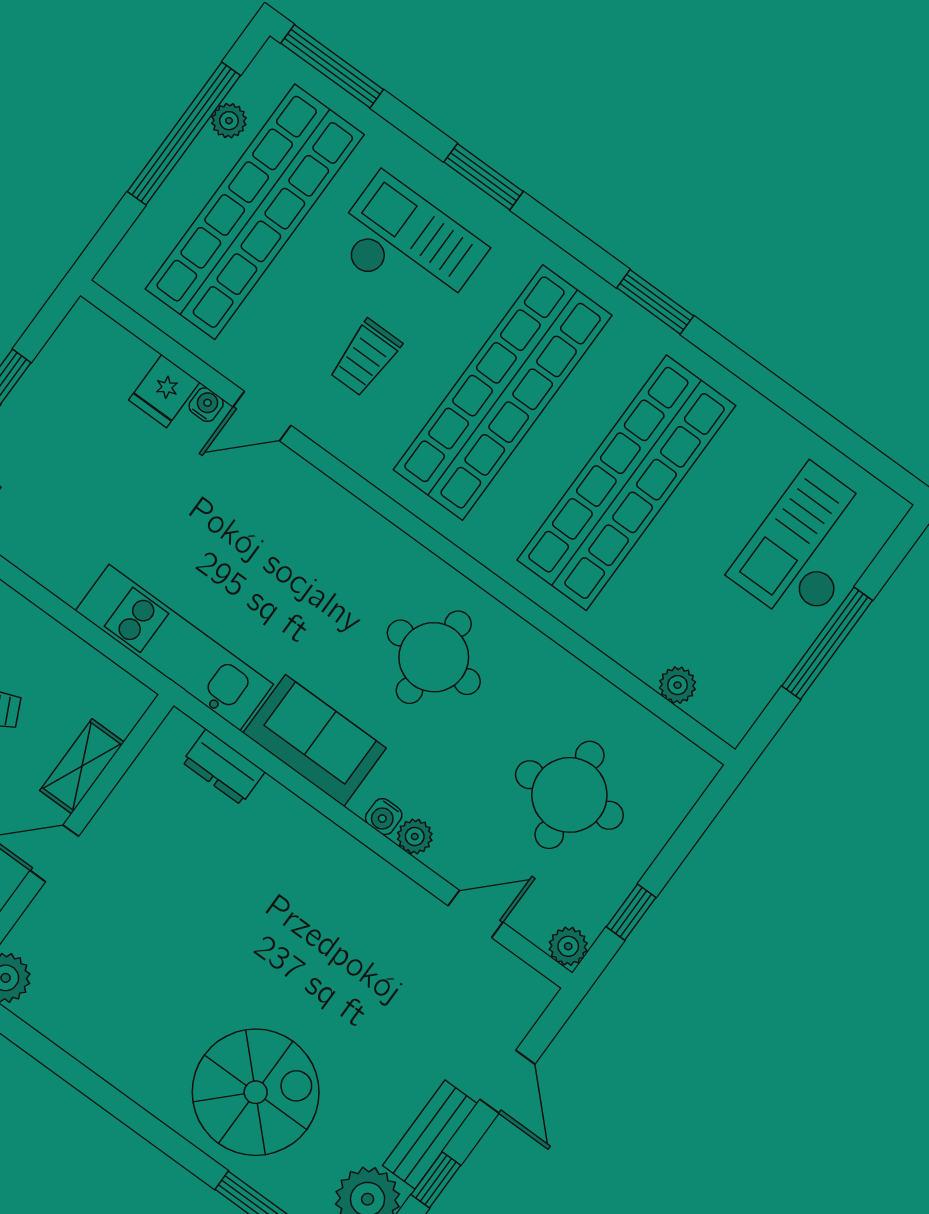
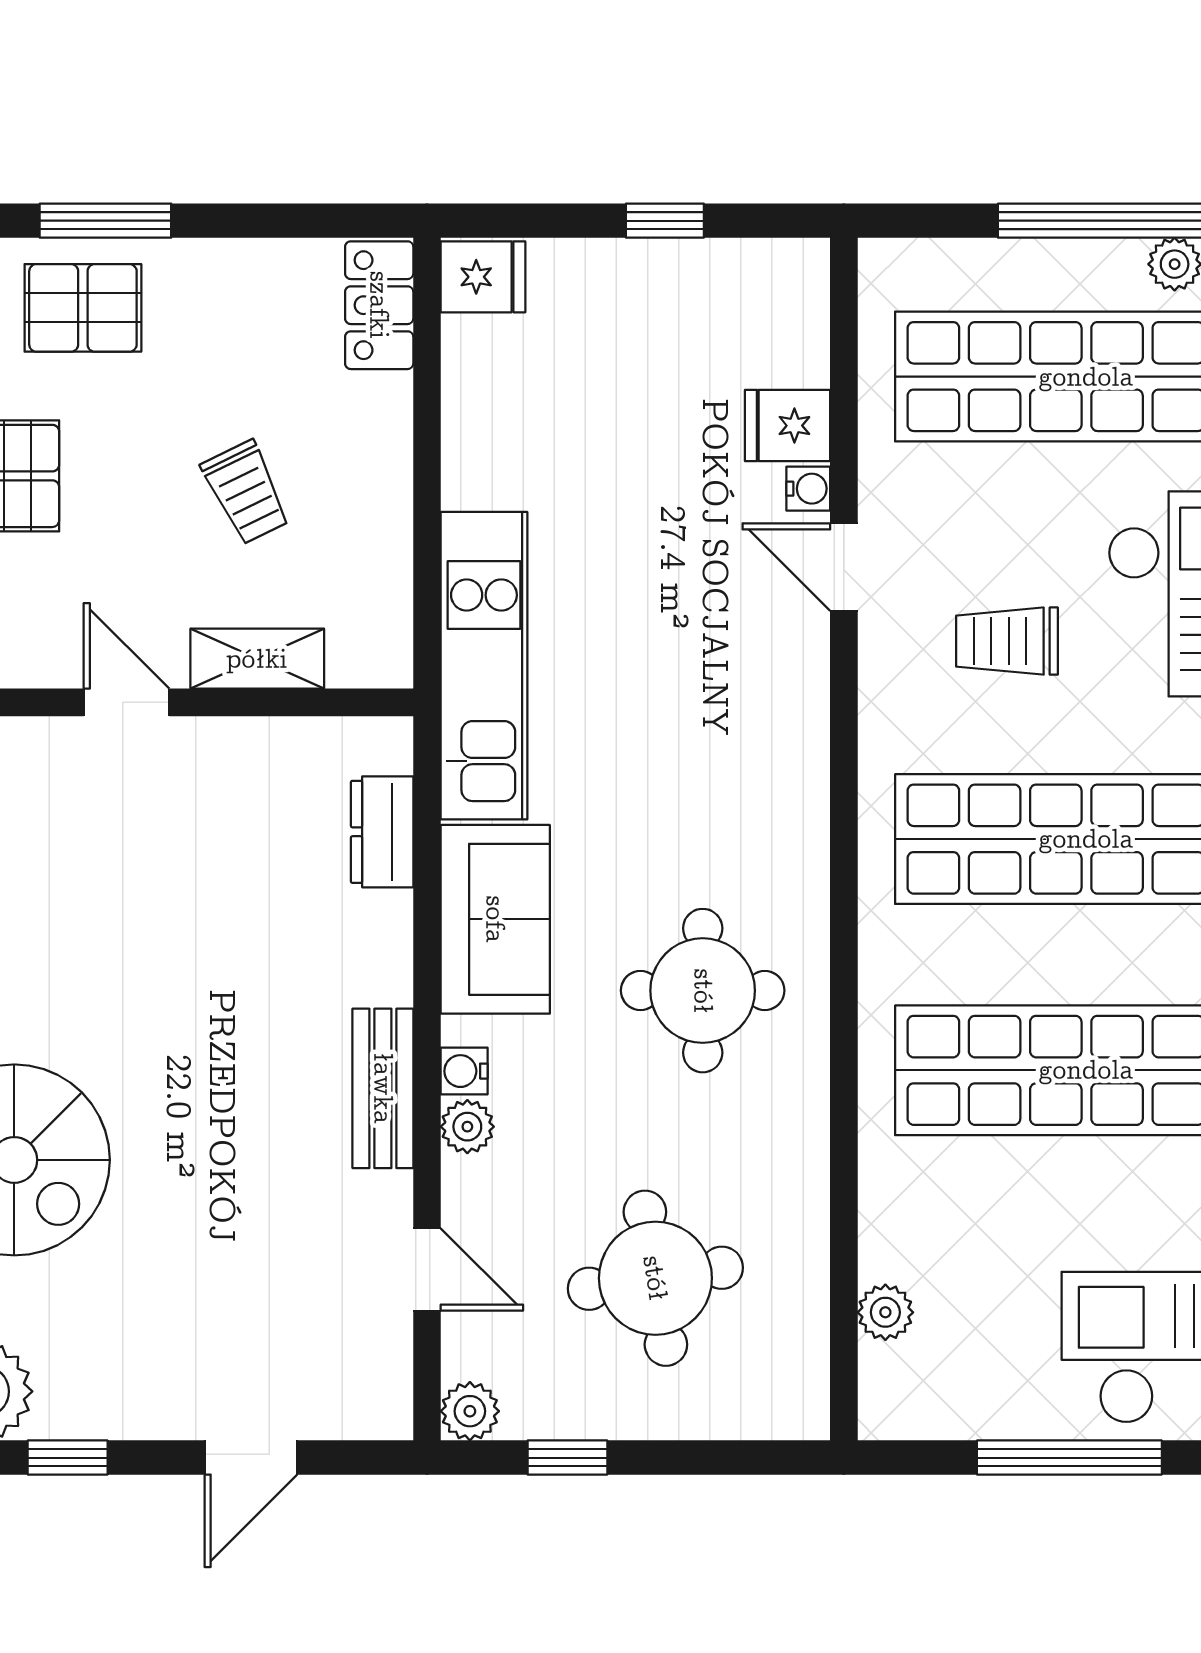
bench: (430, 1135) -> (383, 1088), moved, turned 90

